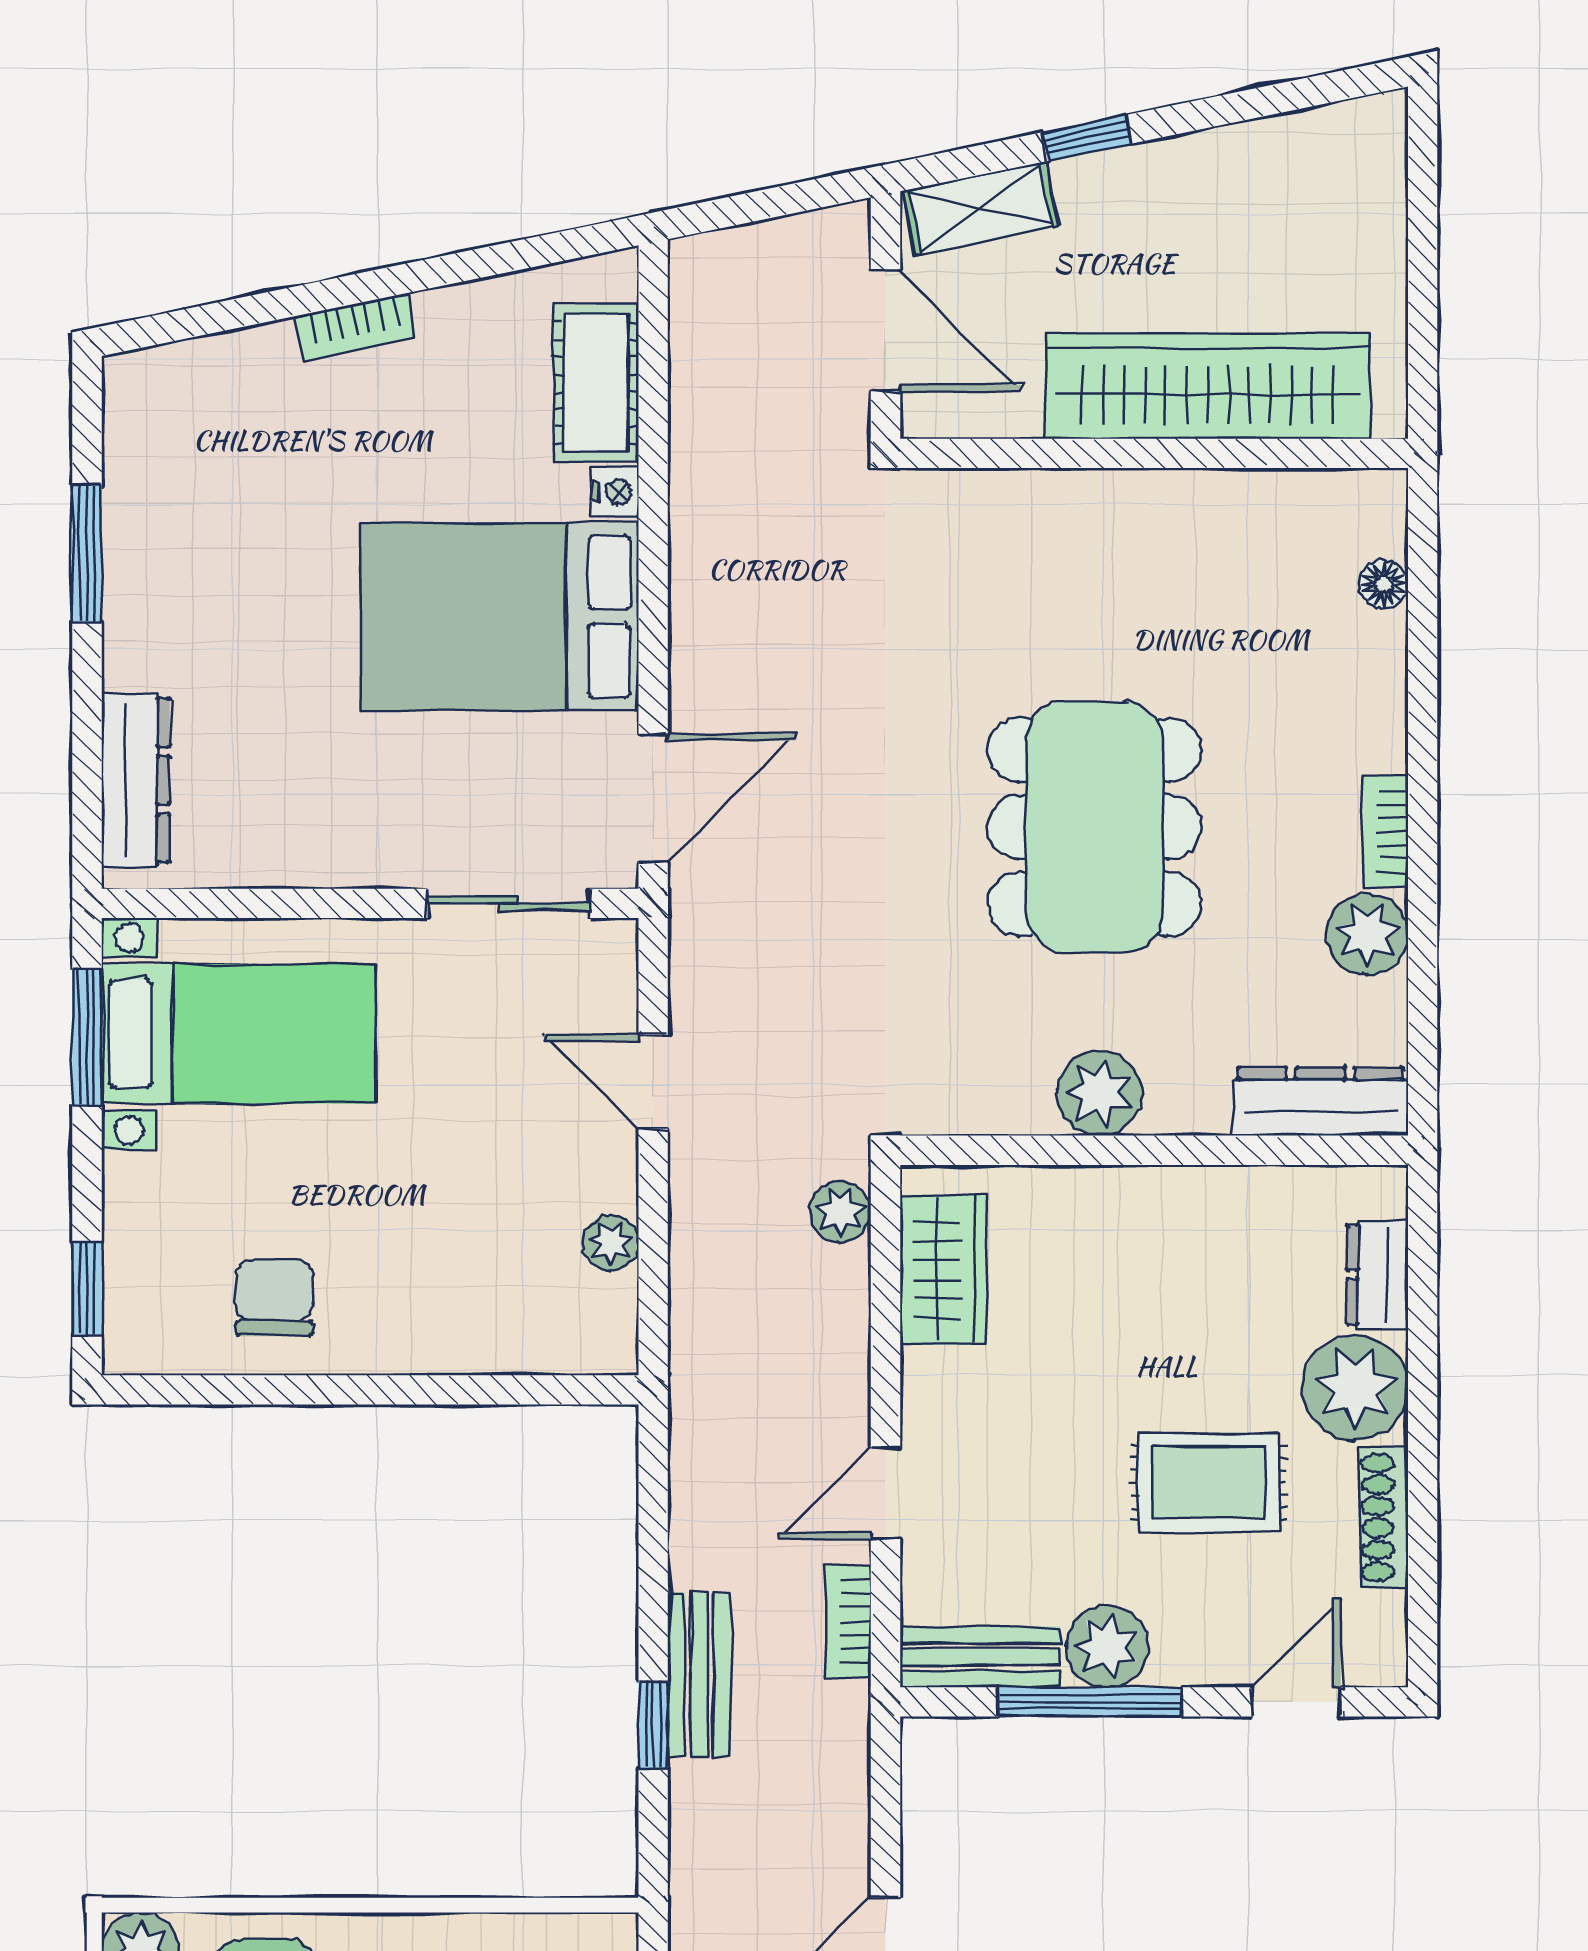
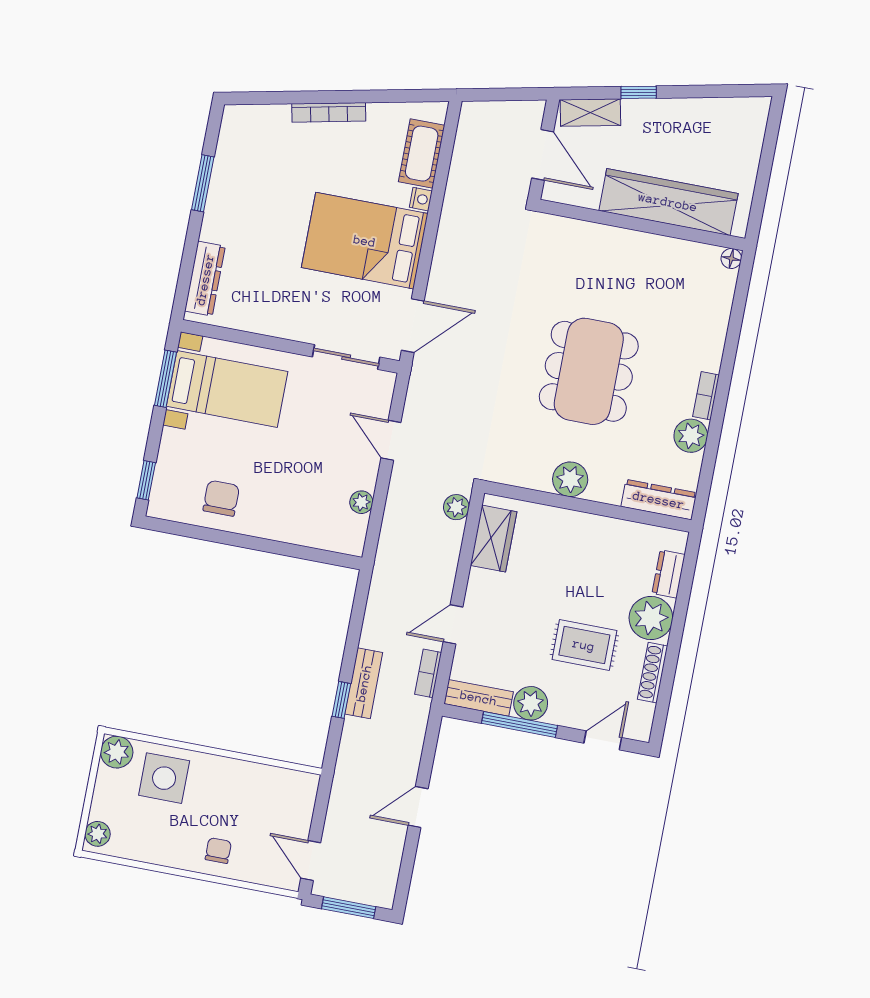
bookcase: (356, 327) -> (329, 112), width x1.56
floor lamp: (1384, 584) -> (731, 258), moved

